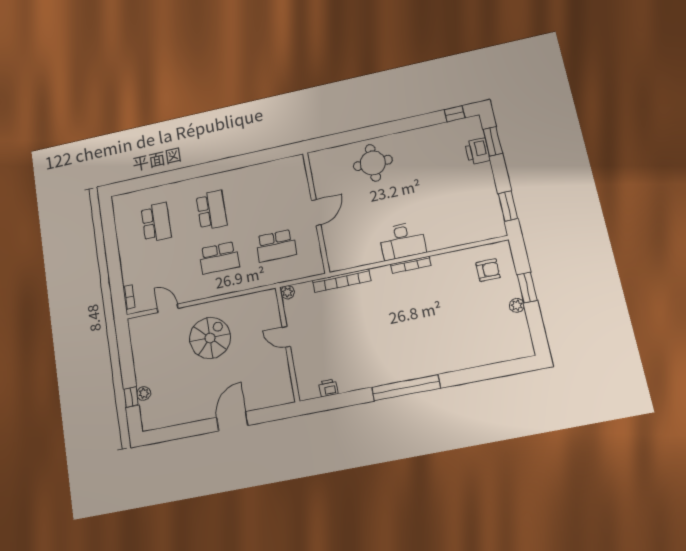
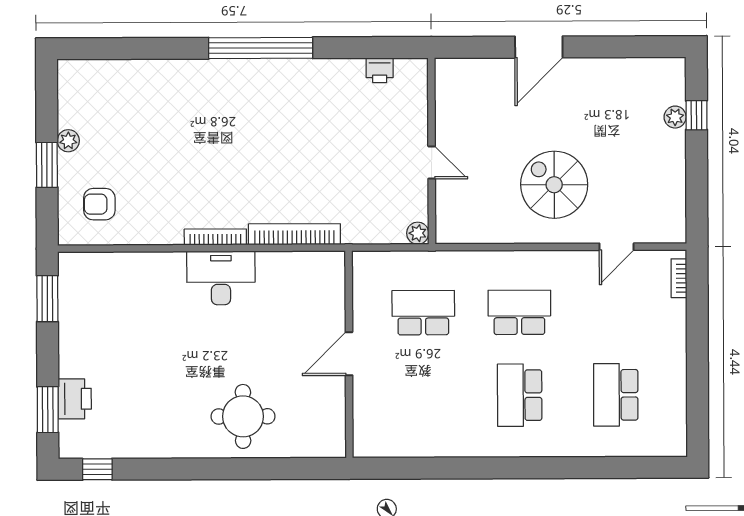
bookcase: (342, 281) -> (294, 234), moved
door: (168, 308) -> (617, 247), hinge flipped
spiral stairs: (210, 338) -> (554, 185), turned 90

